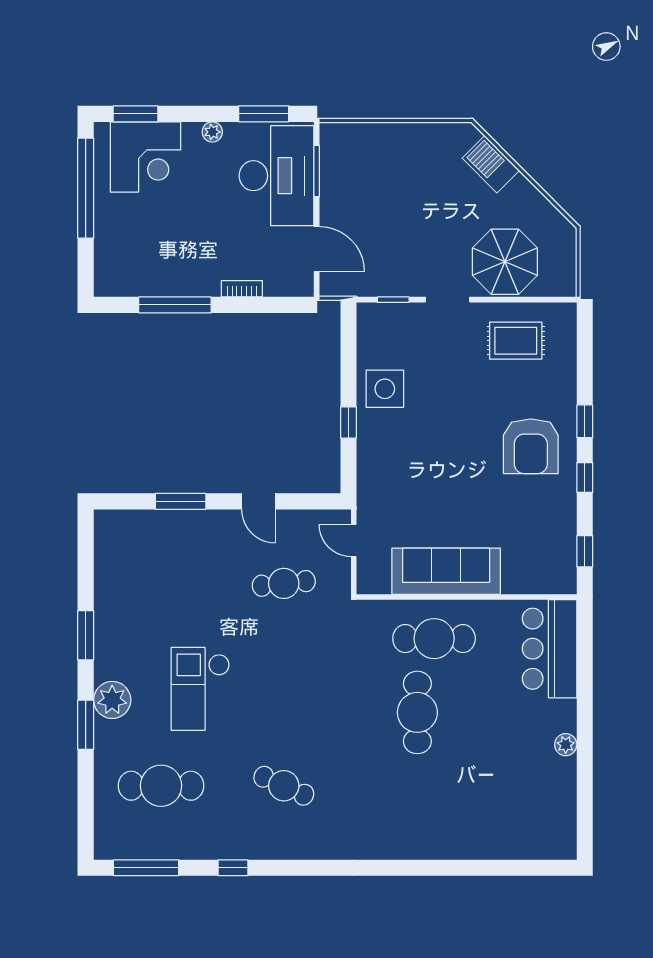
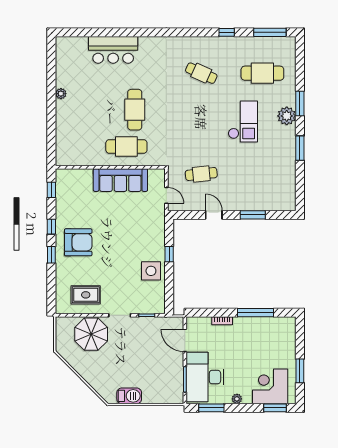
barbecue: (491, 164) -> (129, 396), moved, turned -45
window: (86, 188) -> (300, 371), width x0.47
armchair: (531, 446) -> (78, 242), turned 90
bar counter: (550, 649) -> (113, 50), moved, turned 90

